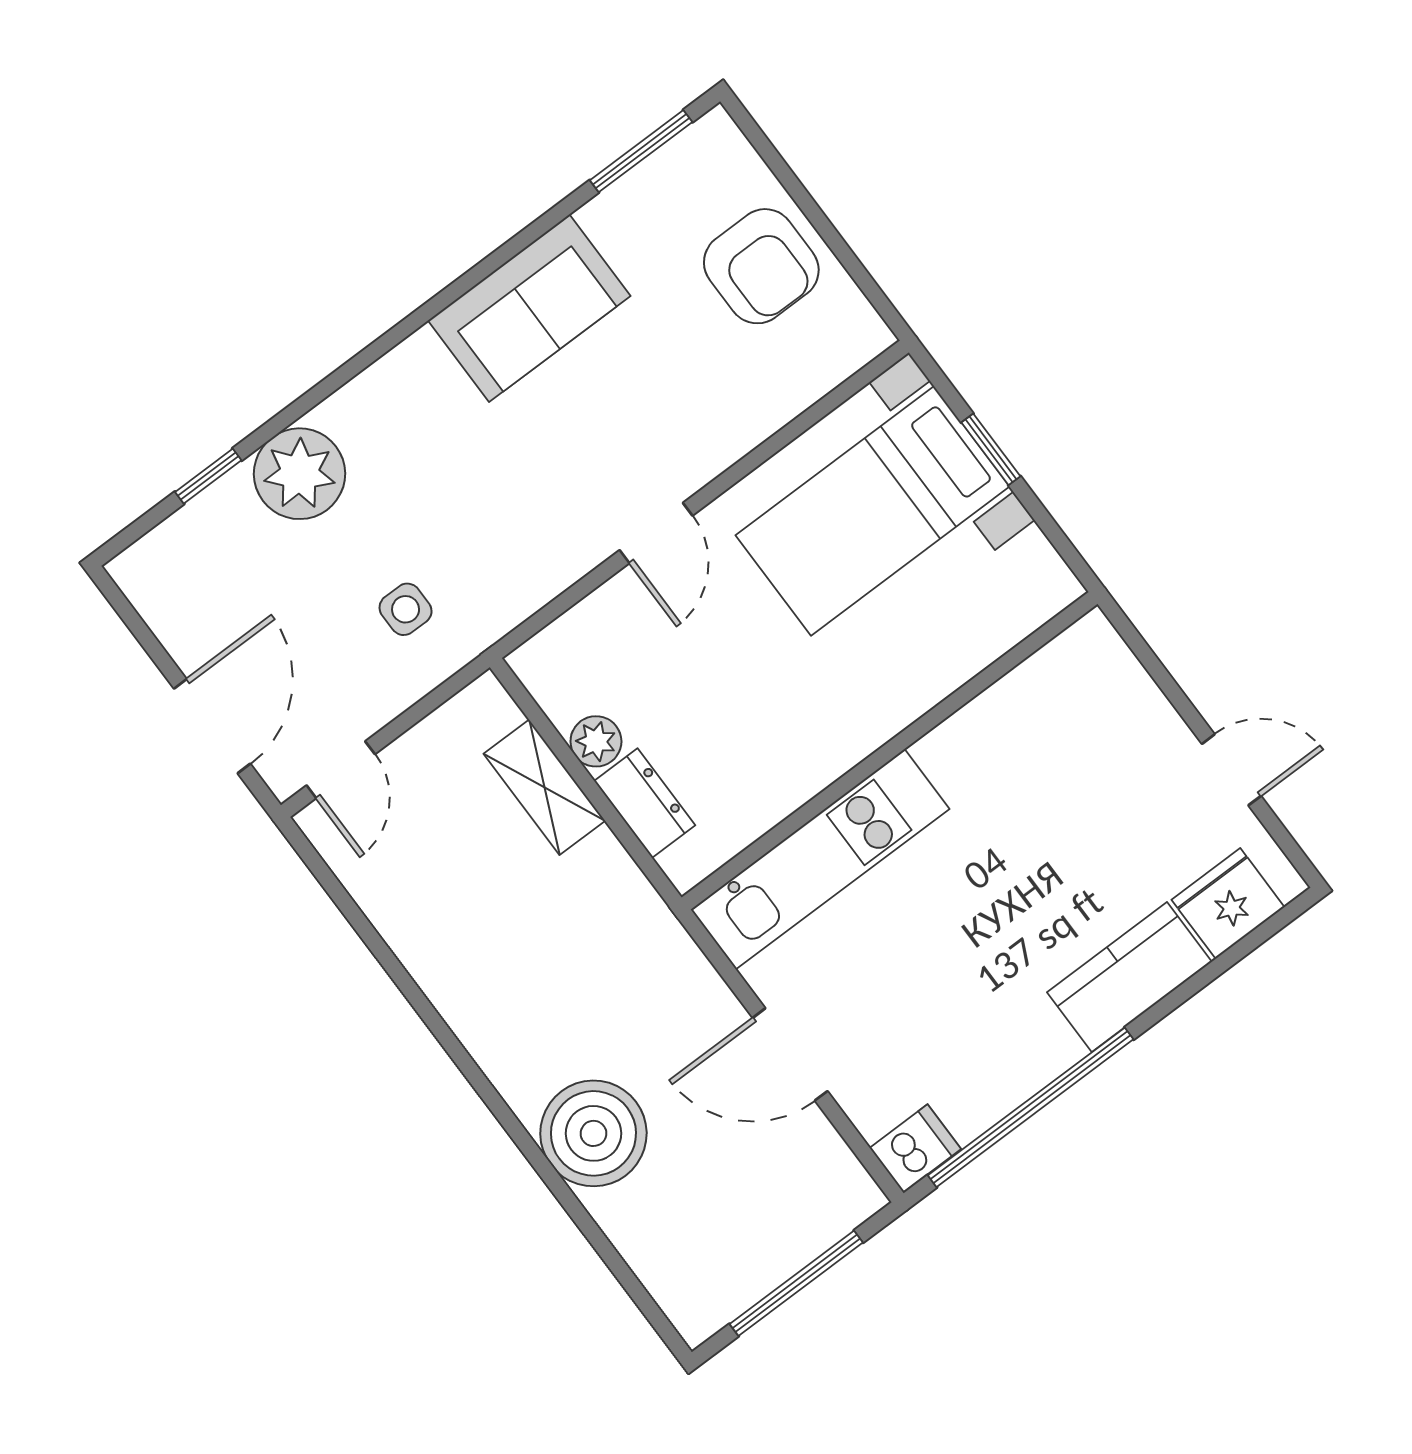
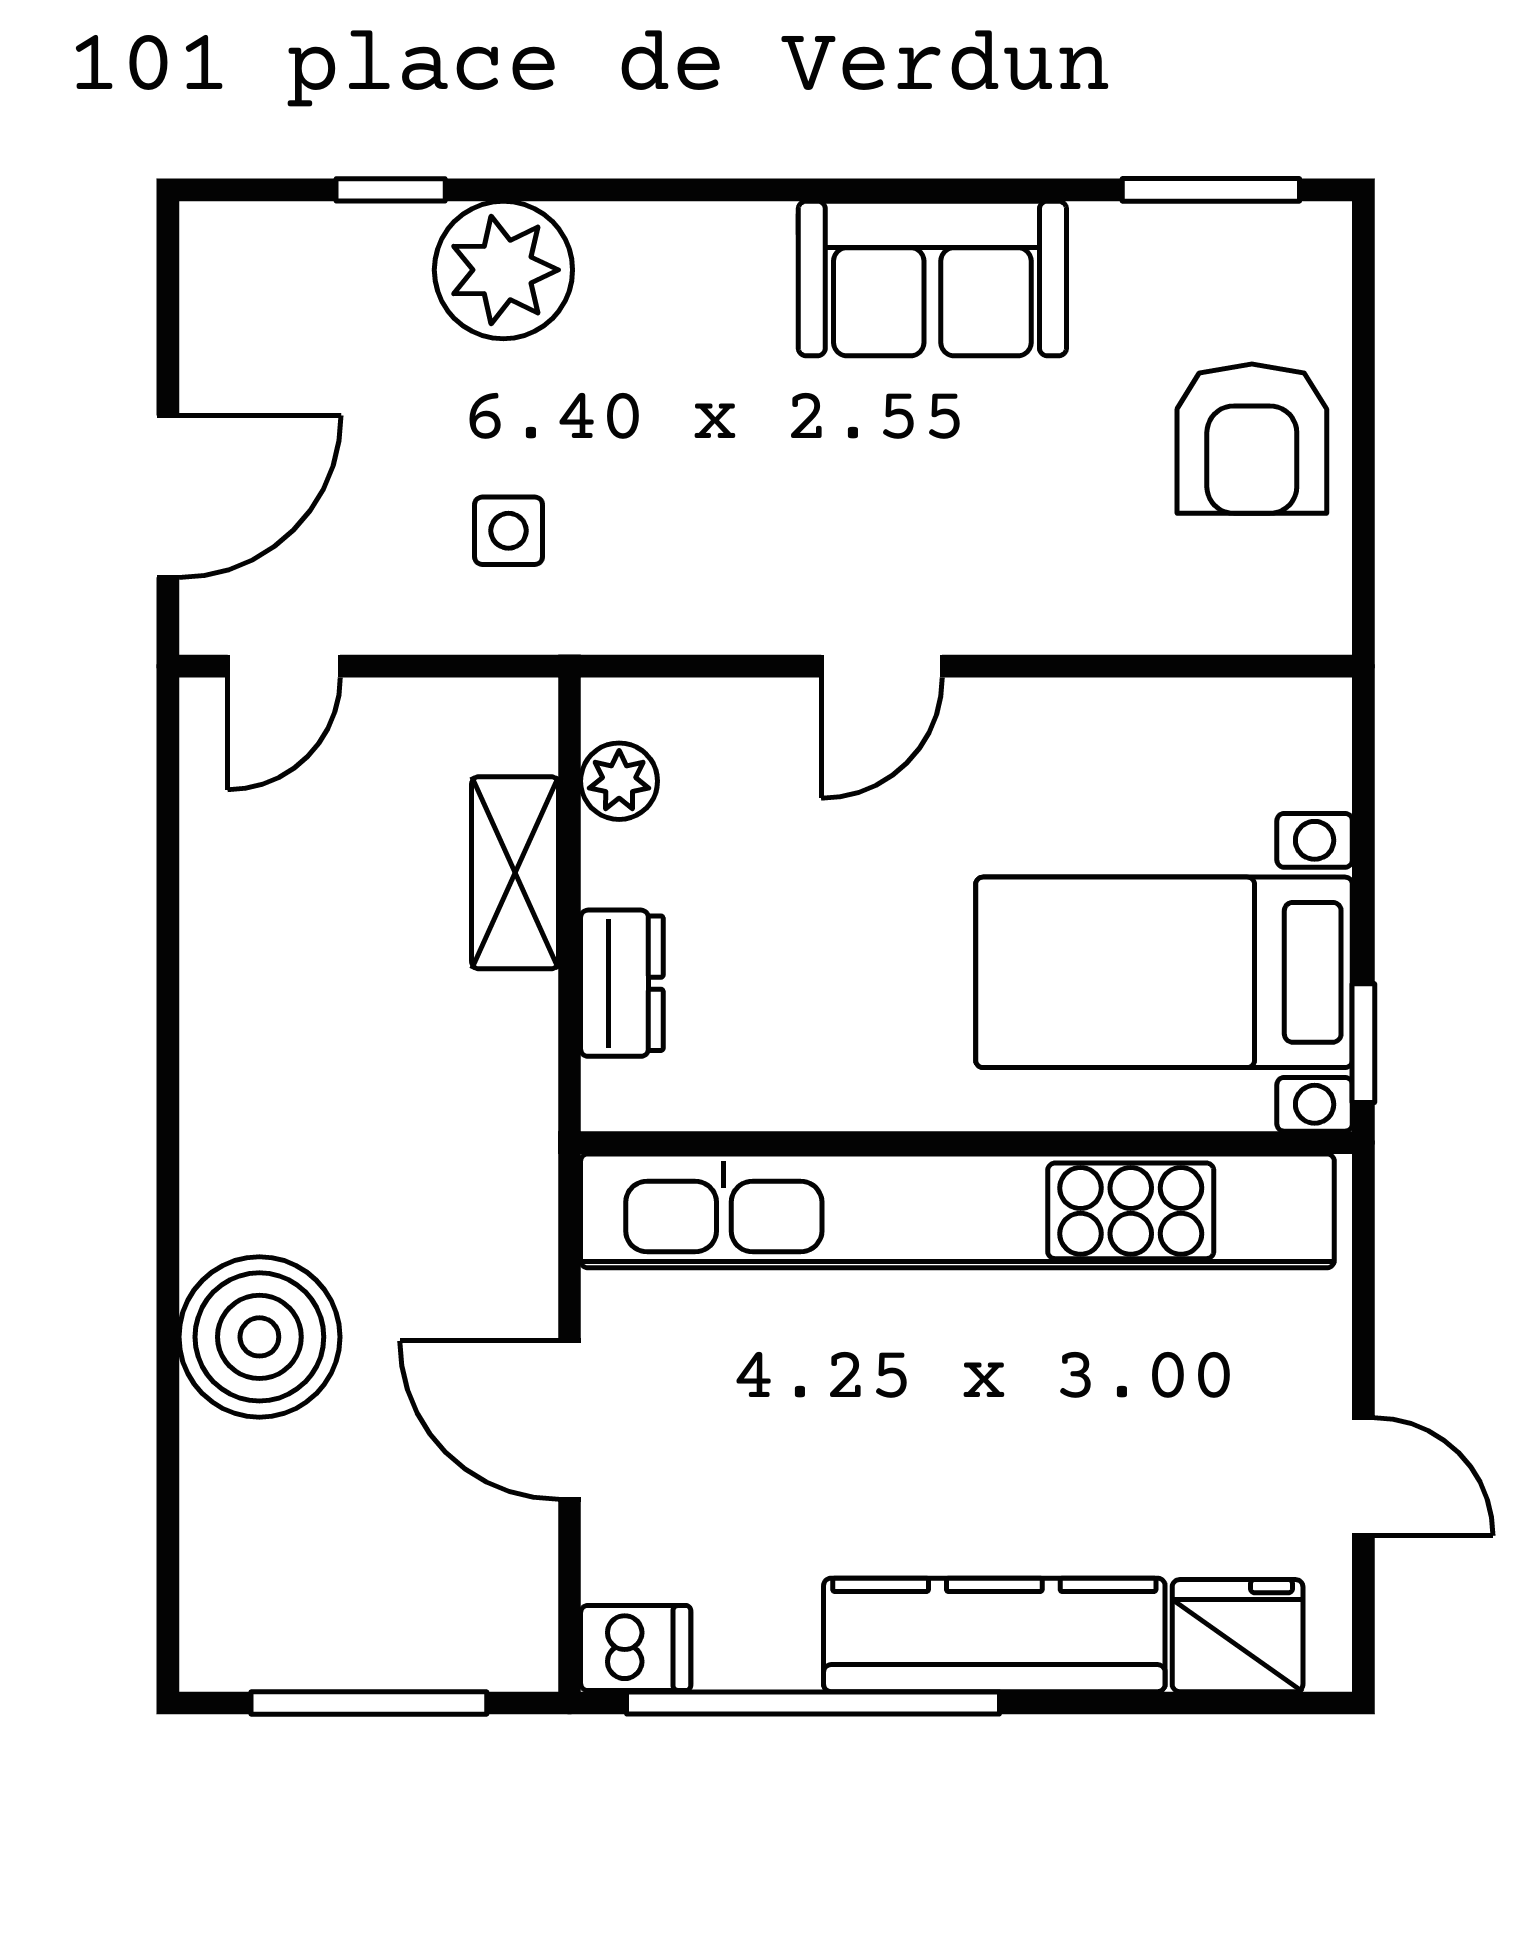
window: (991, 449) -> (1363, 1043), moved
bed with nightstands: (873, 511) -> (1164, 972), moved
plant: (596, 741) -> (619, 781), moved
kitchen unit: (820, 859) -> (957, 1211), width x1.86
kitchen counter: (1129, 977) -> (994, 1635), width x1.50

